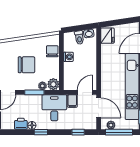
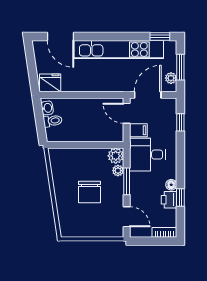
chair: (52, 51) -> (71, 157), removed
washing machine: (68, 57) -> (79, 135), removed
chair: (26, 65) -> (89, 192), turned 180
window: (41, 132) -> (180, 197), moved
window: (119, 132) -> (180, 67), width x0.69

